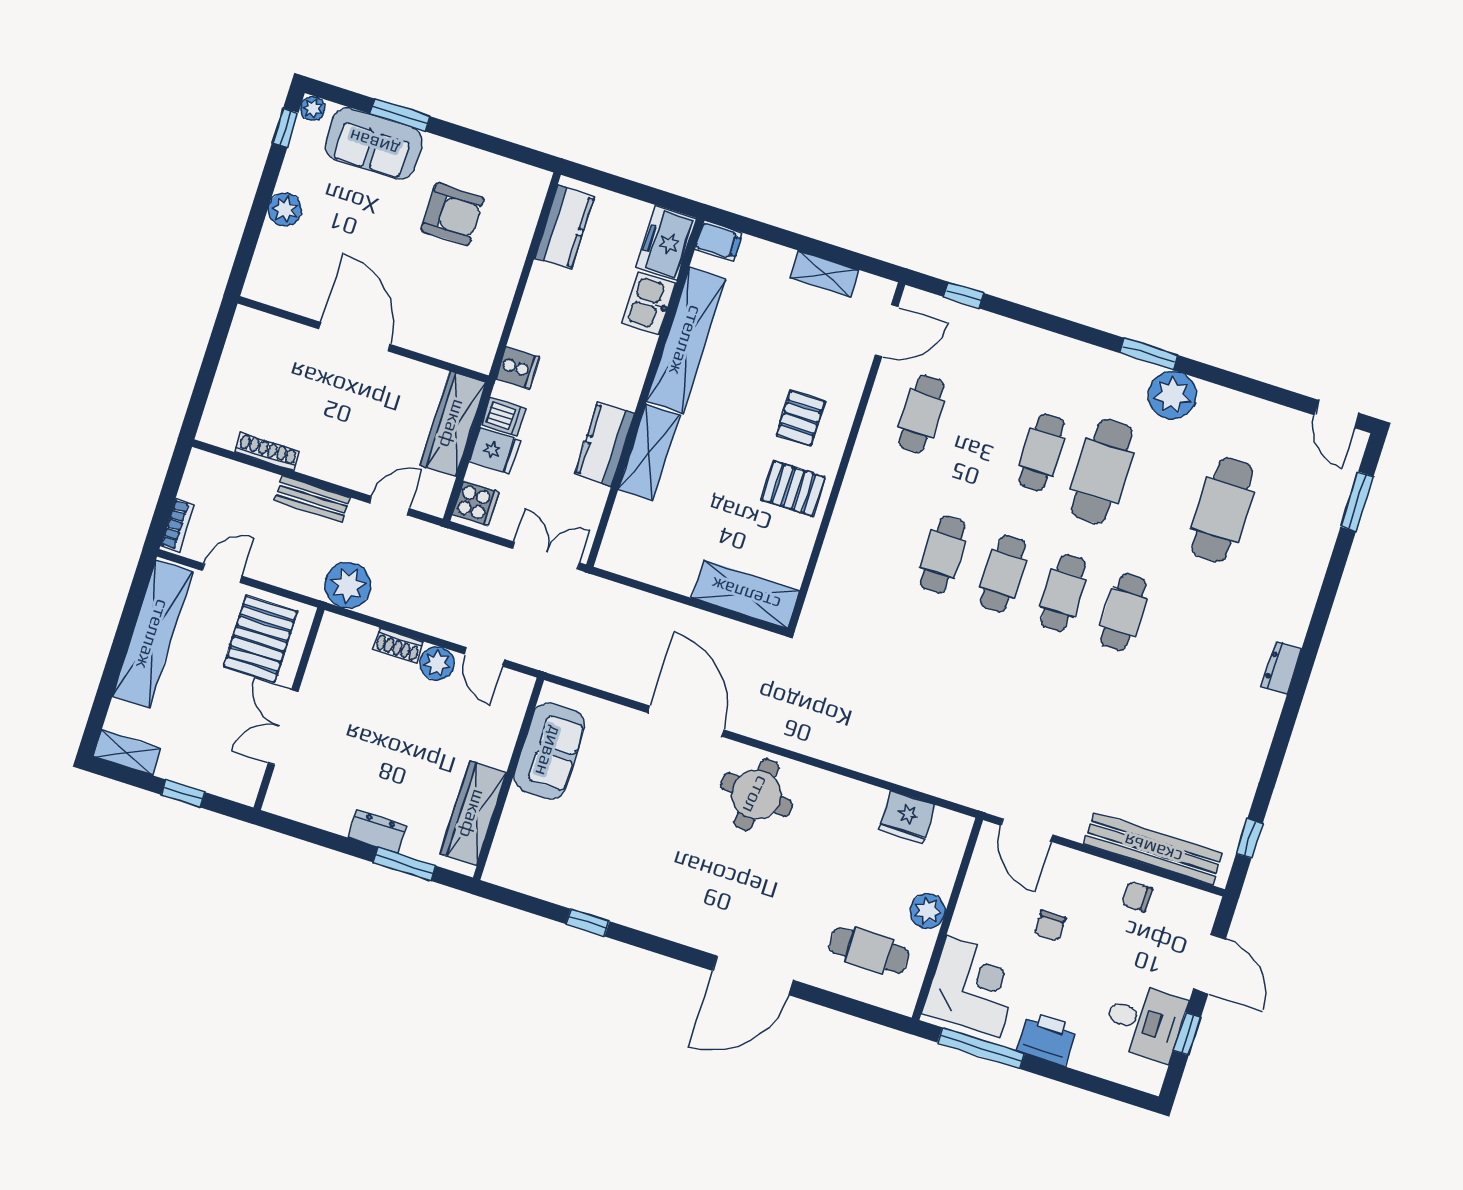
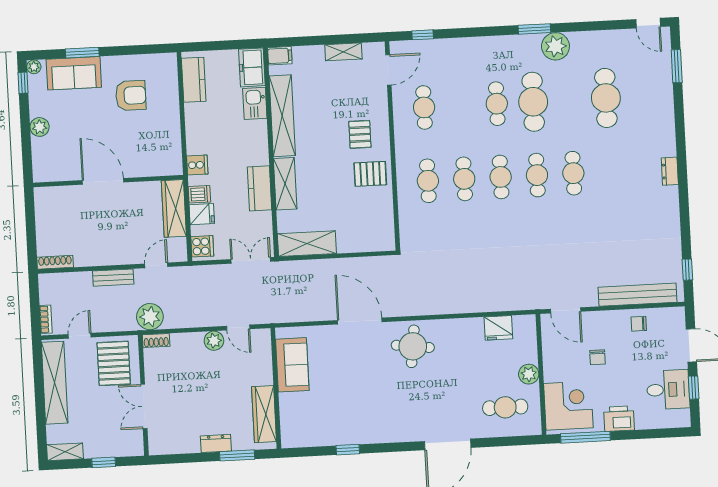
shoe rack: (267, 451) -> (55, 262), moved
cafe table: (883, 535) -> (428, 181), added
shelving: (746, 594) -> (307, 244), moved
shoe rack: (398, 645) -> (156, 341), moved

